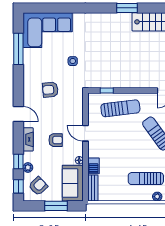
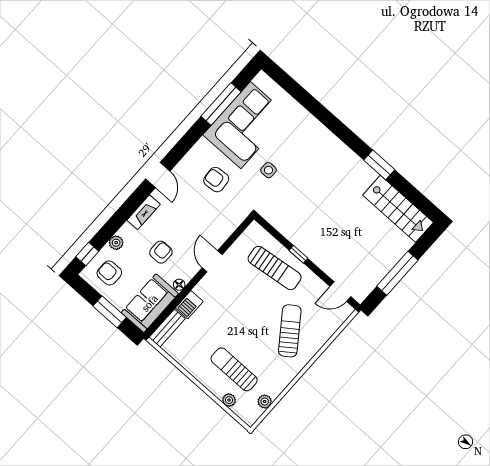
corner sofa: (48, 30) -> (246, 125), moved, turned -90
window: (107, 90) -> (298, 254), moved
armchair: (56, 140) -> (161, 252), moved, turned -90
window: (18, 161) -> (112, 227), removed
armchair: (38, 186) -> (109, 273), turned -136

